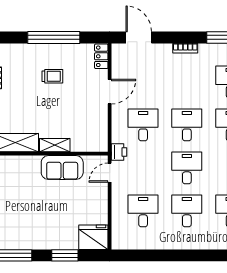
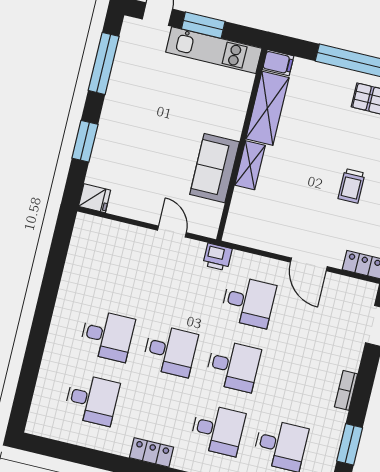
door: (110, 173) -> (172, 231), moved
desk: (143, 211) -> (123, 271), removed
fridge: (93, 237) -> (95, 198), width x0.53, depth x0.75

